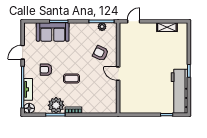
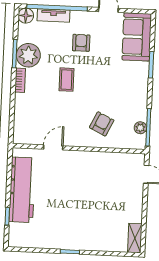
shelving: (167, 27) -> (135, 238), moved
sofa: (53, 32) -> (137, 37), moved
door: (118, 74) -> (53, 147), moved
workbench: (179, 91) -> (22, 190), moved, turned 90

